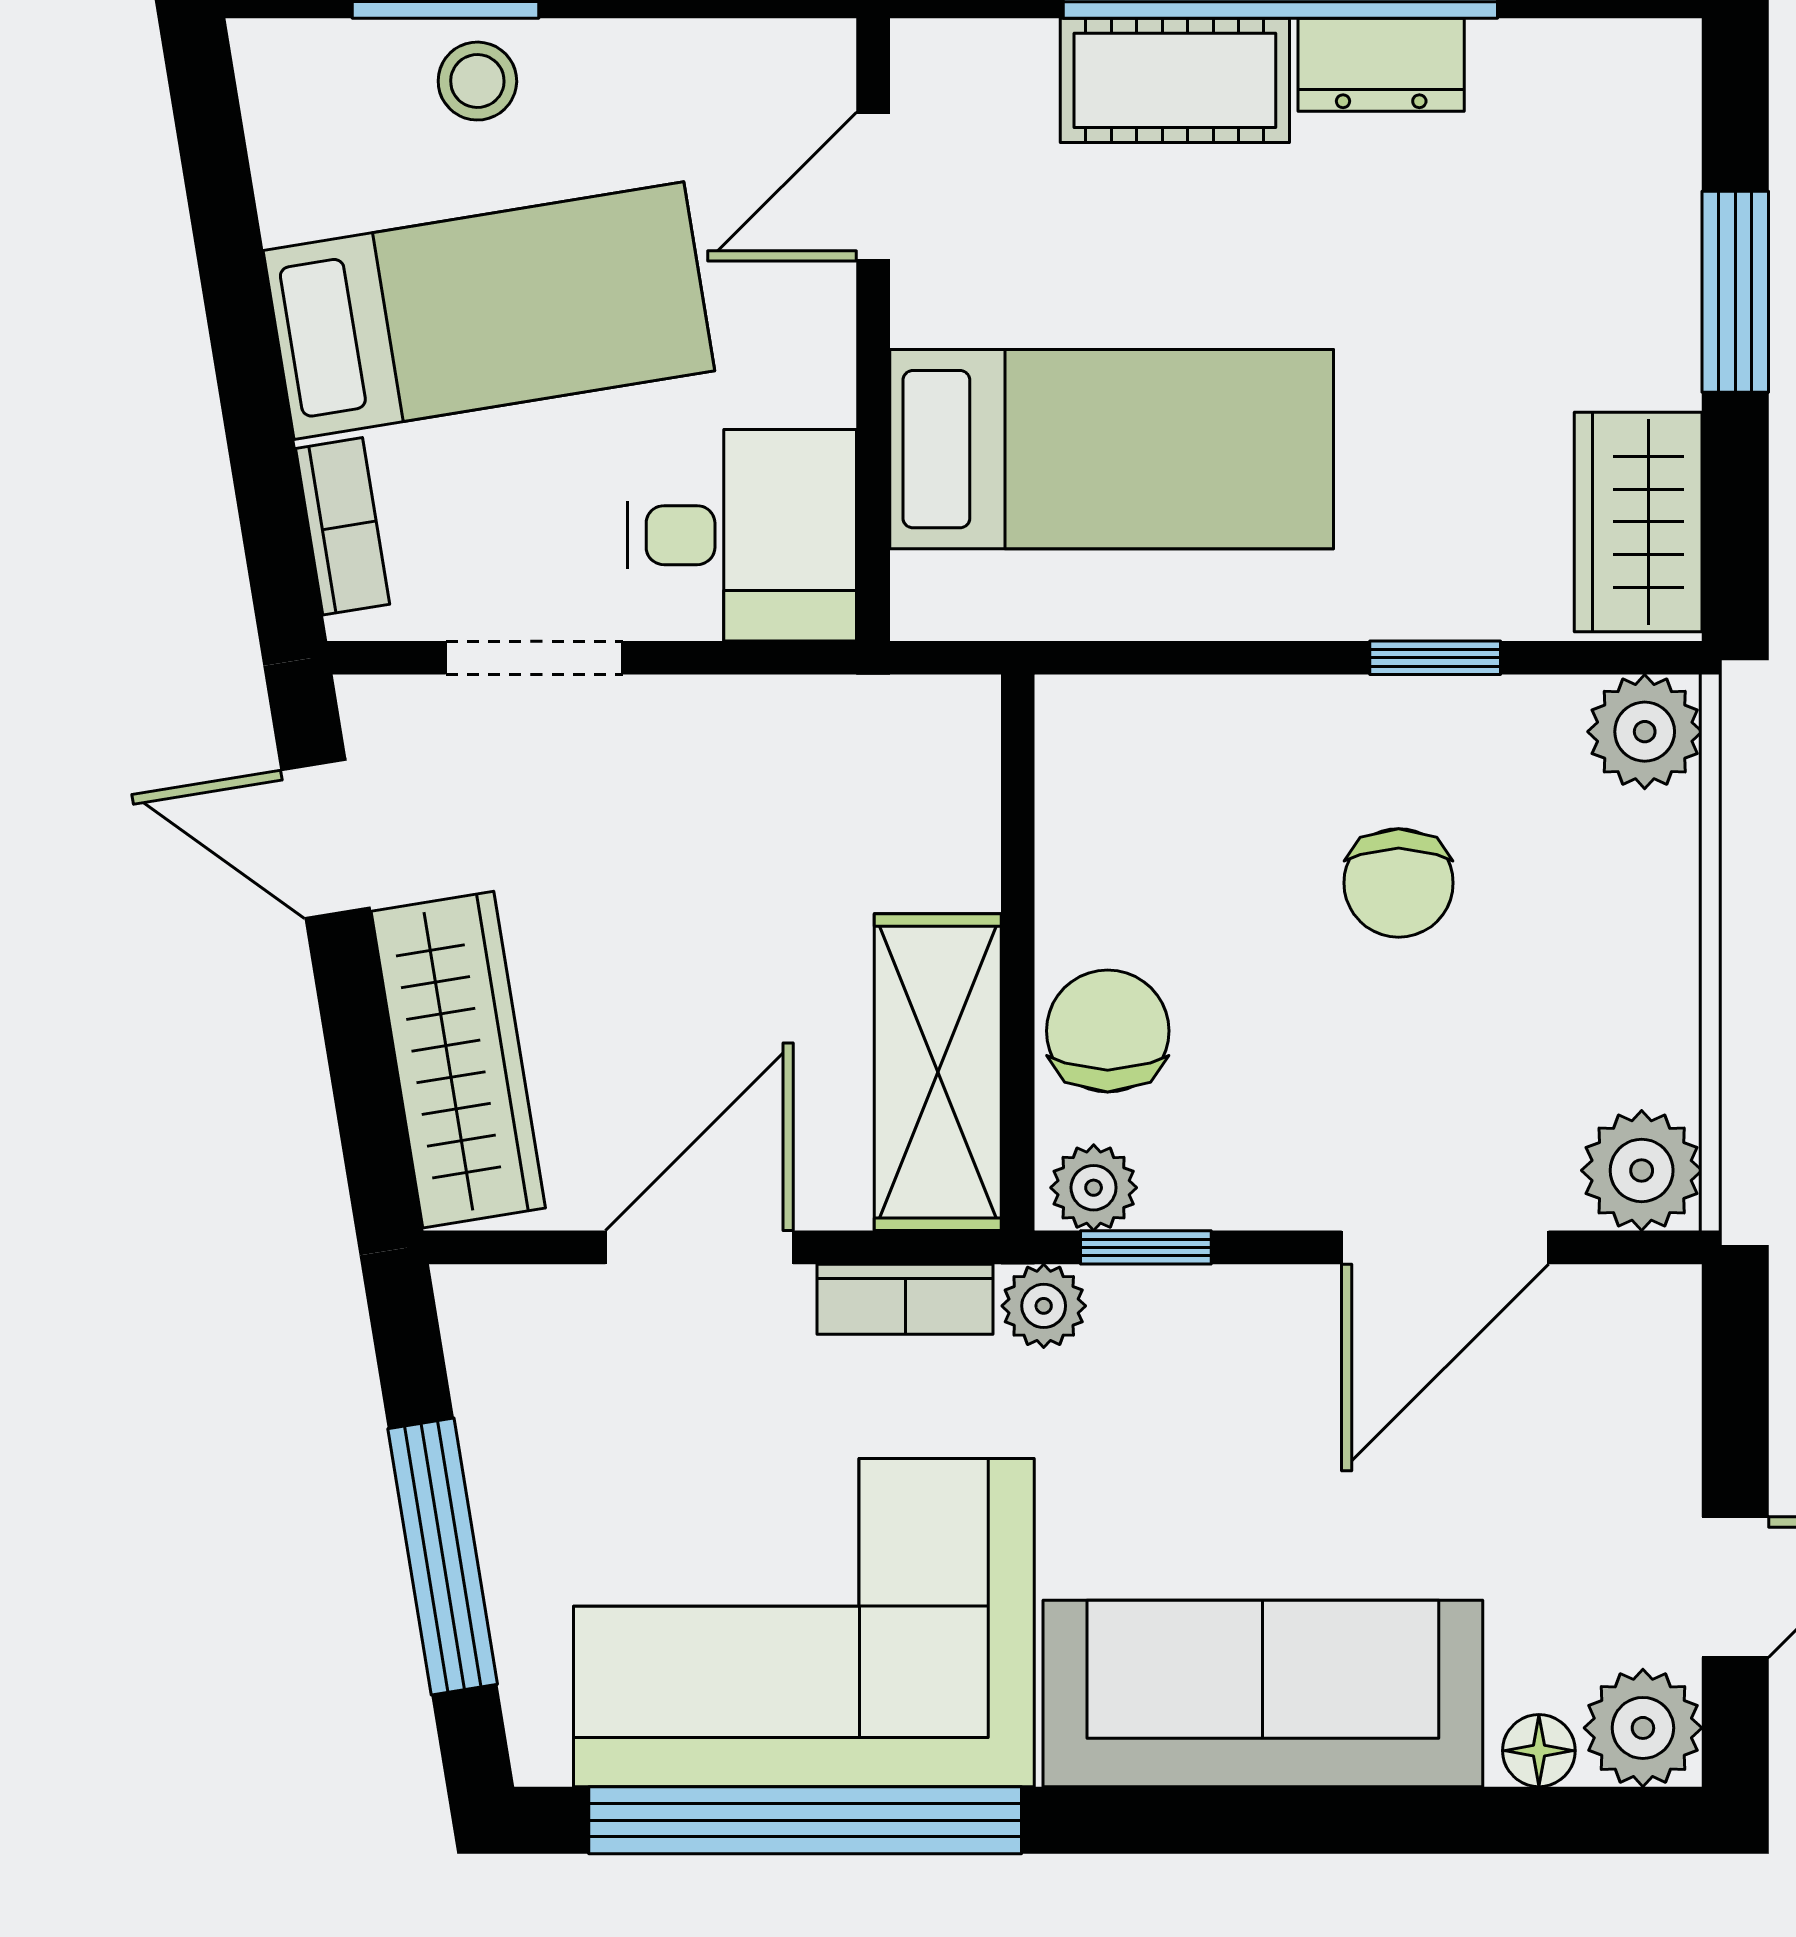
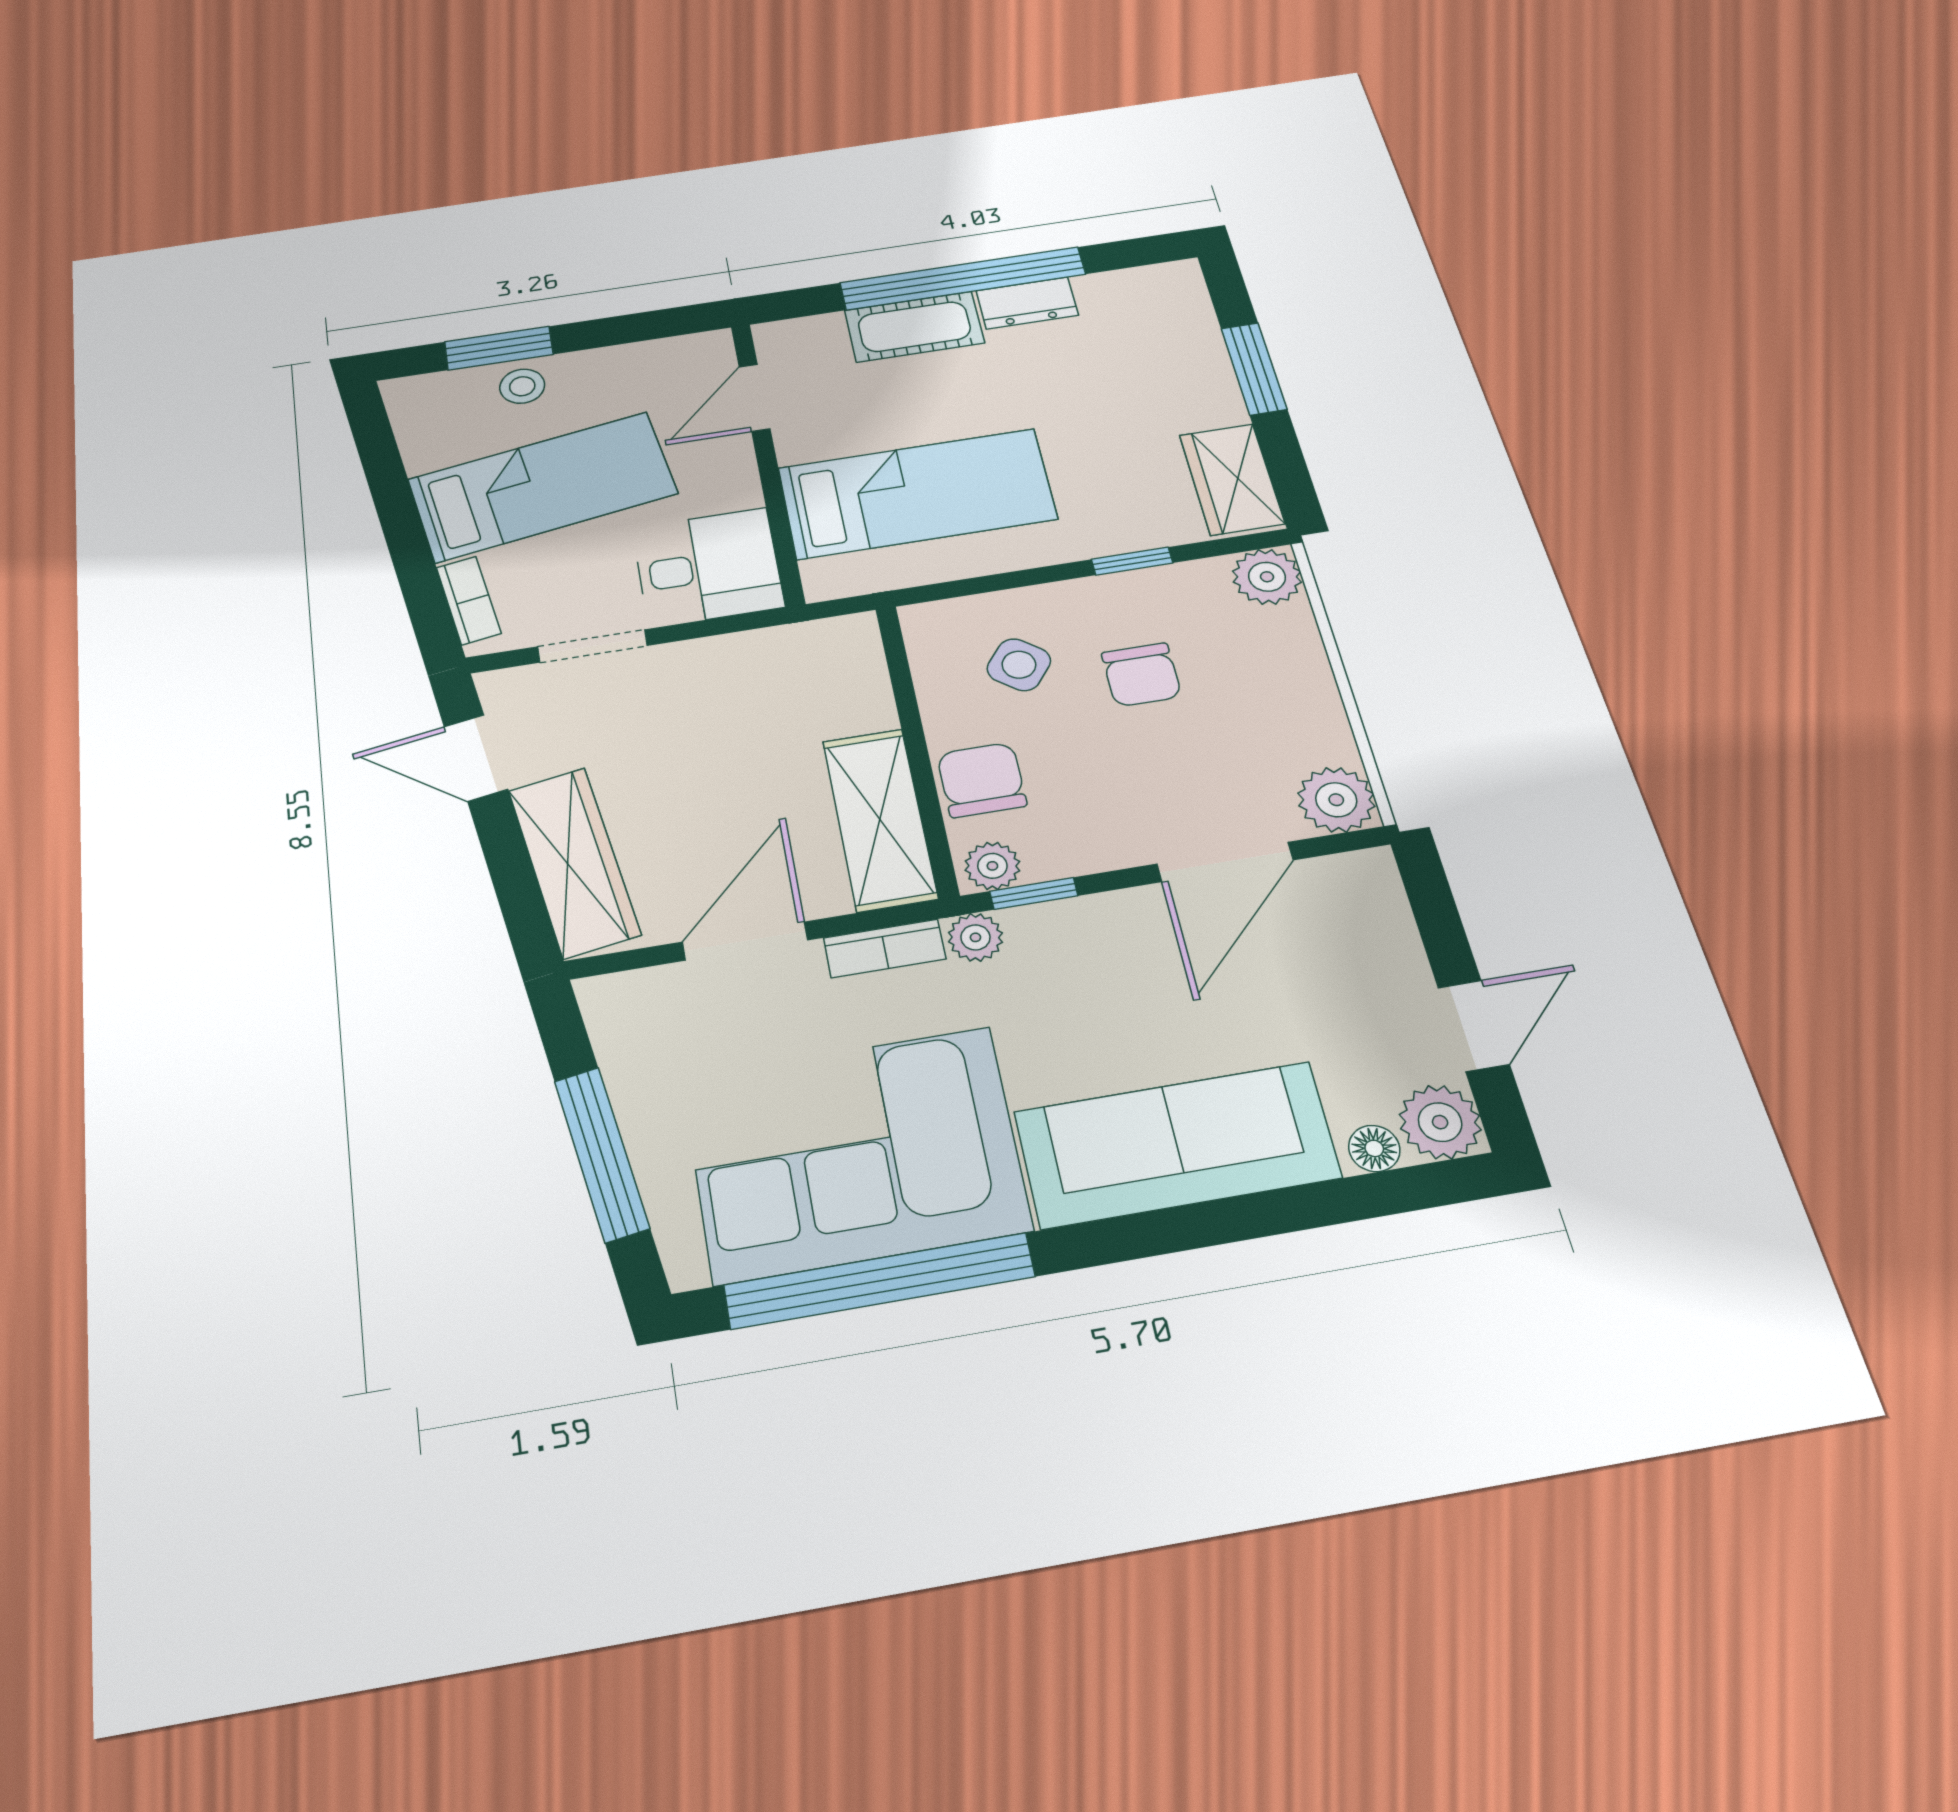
side table: (1209, 827) -> (1019, 665), added

